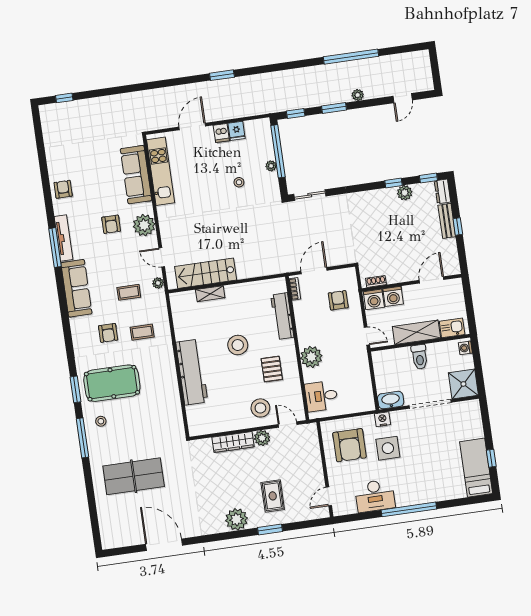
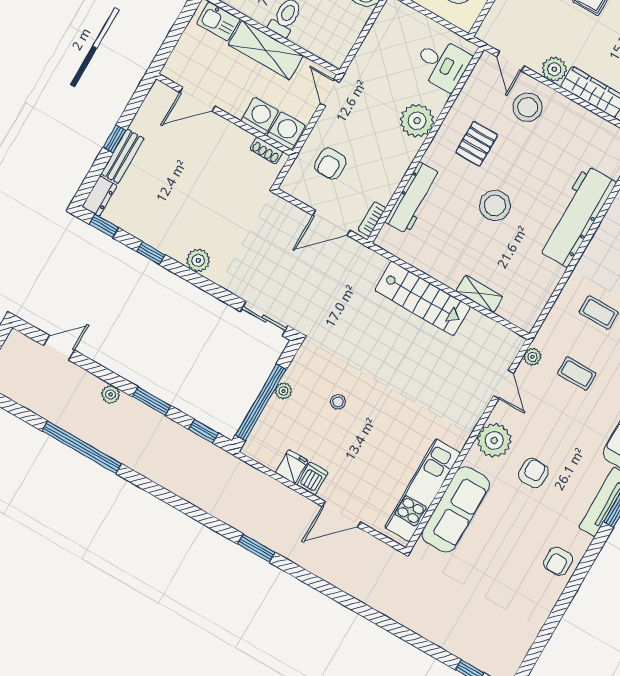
plant: (405, 193) -> (198, 260), moved
stairs: (206, 273) -> (423, 299), moved

